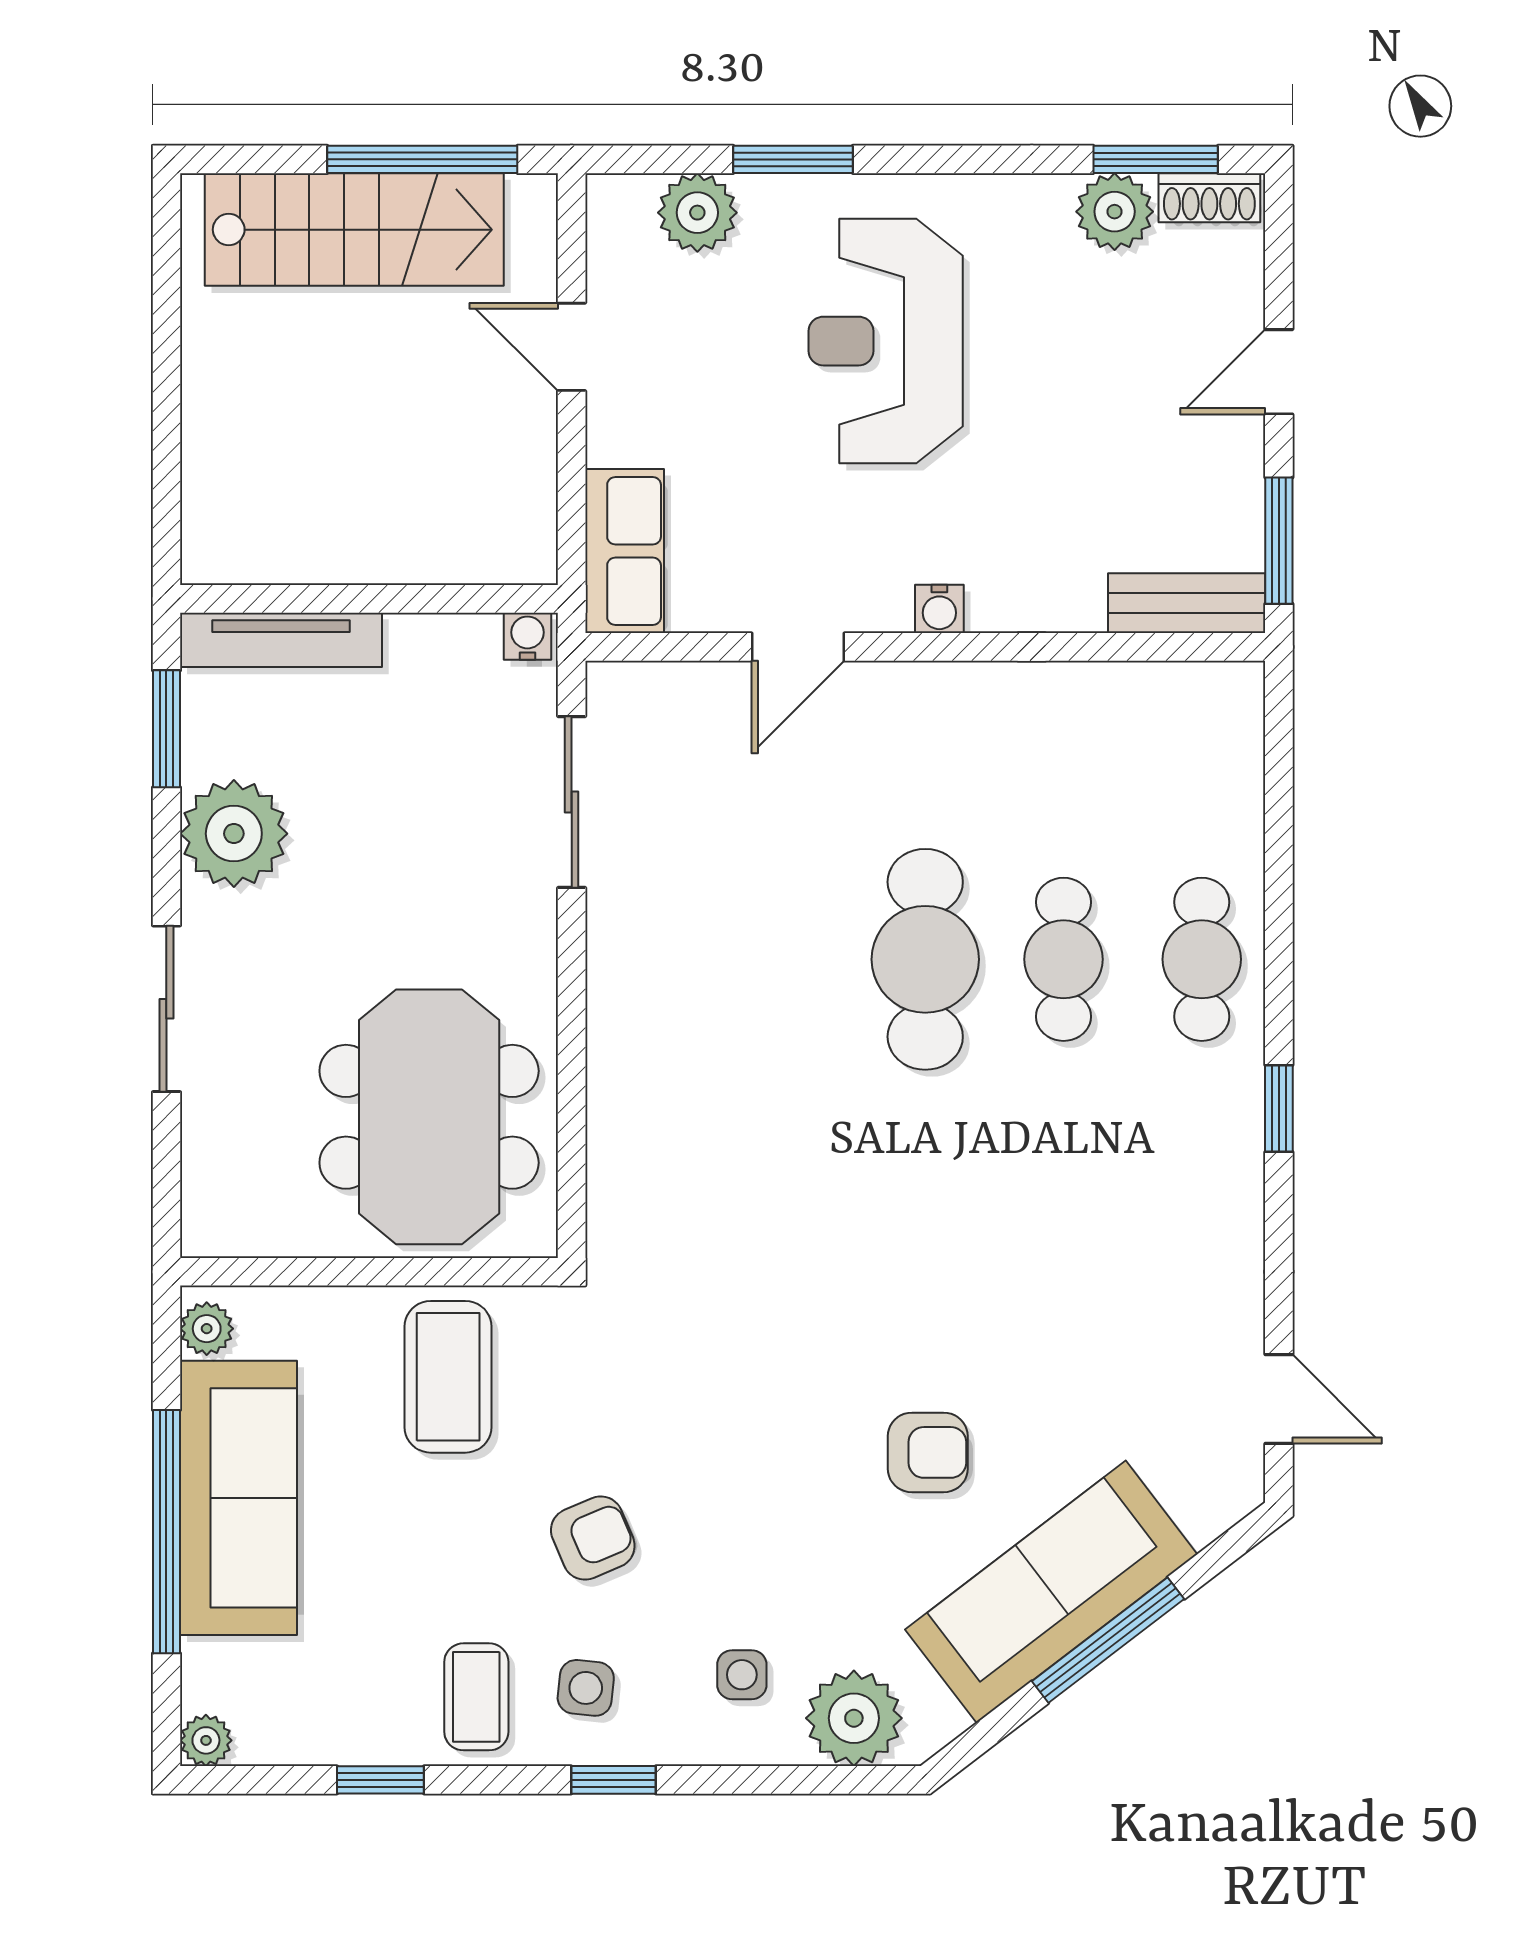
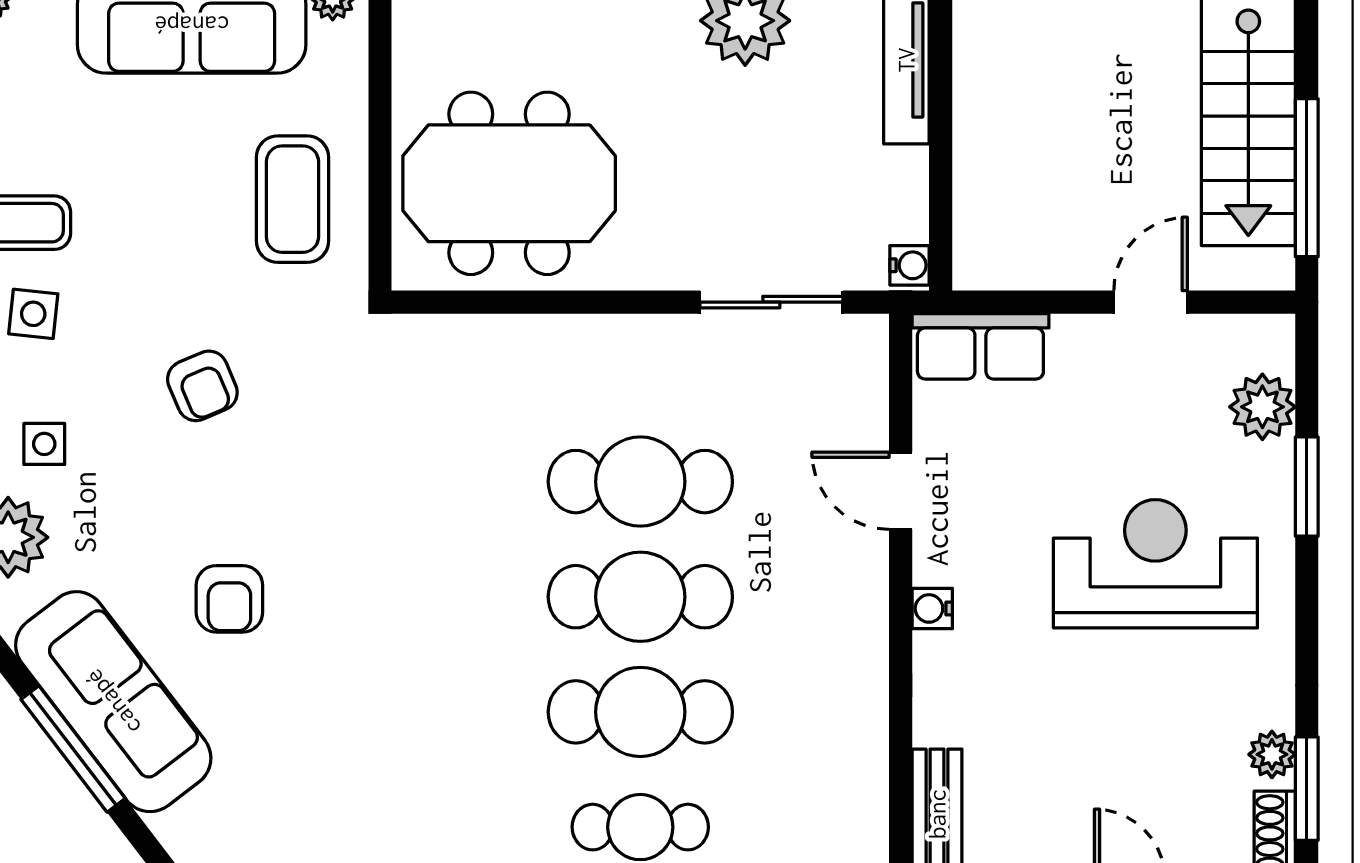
plant: (1115, 212) -> (1272, 754), width x0.73, depth x0.73
cafe table: (787, 959) -> (640, 482), added
cafe table: (1063, 959) -> (640, 712), width x1.37, depth x1.35
coffee table: (448, 1377) -> (292, 199), turned 90
armchair: (593, 1538) -> (202, 386), moved

